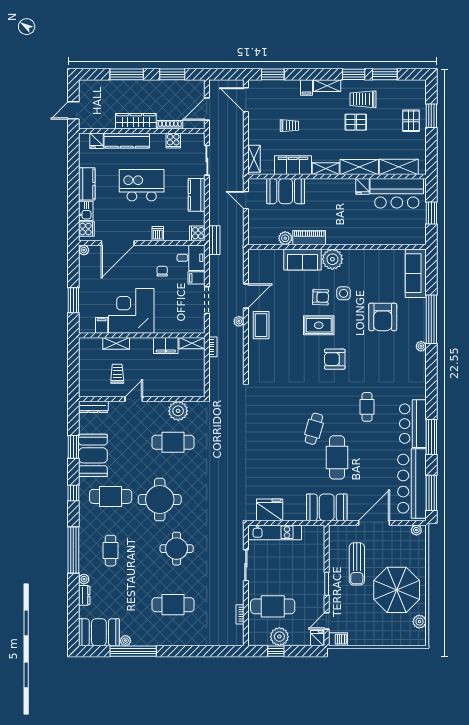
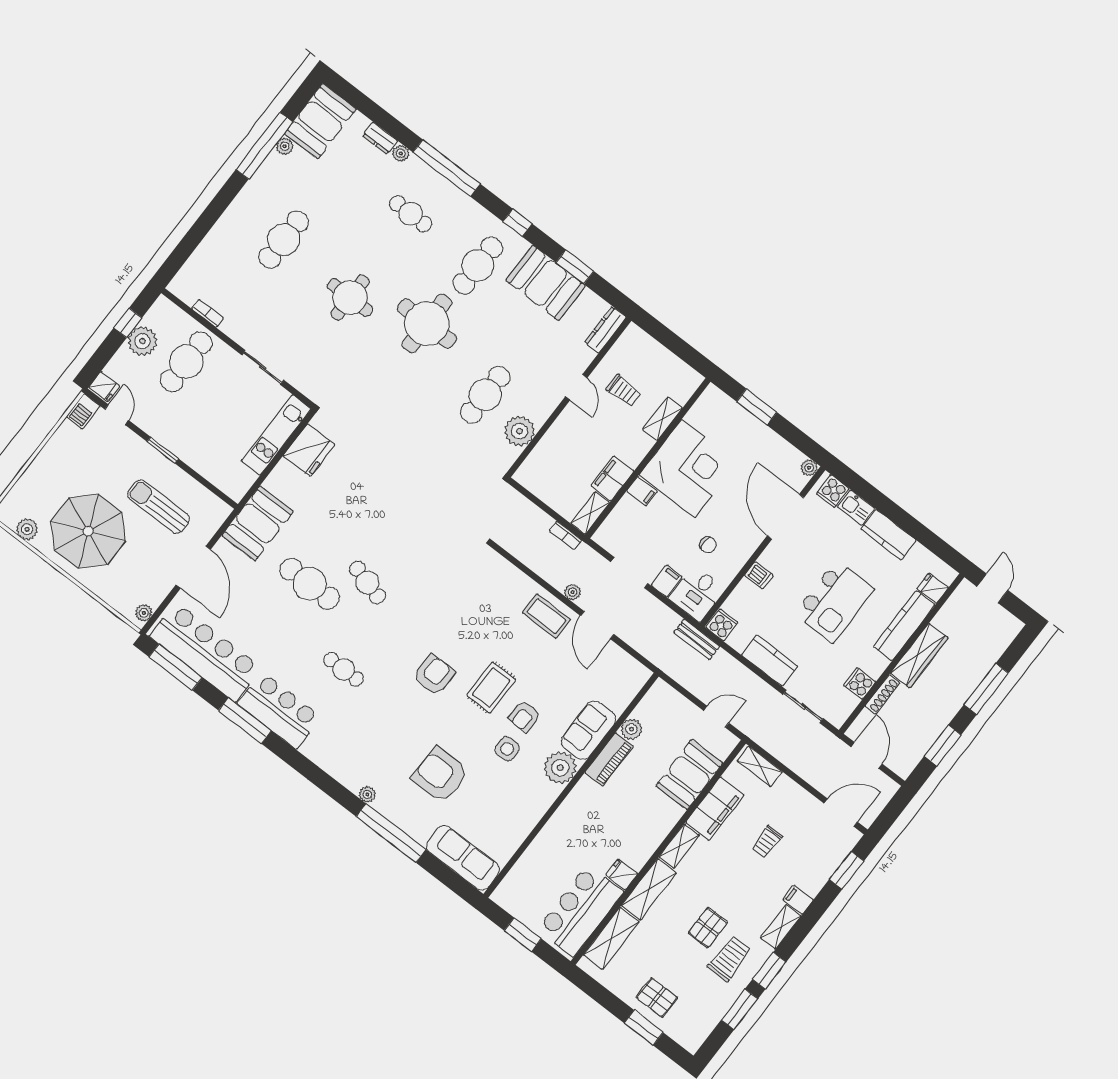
filing cabinet: (102, 325) -> (642, 491), moved

